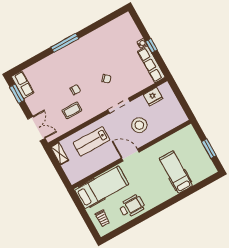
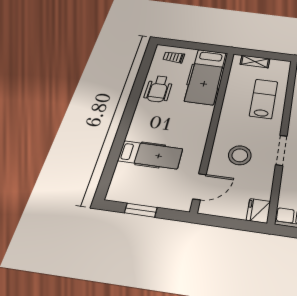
fridge: (153, 97) -> (259, 211), moved
shelving: (59, 153) -> (255, 61), moved
door: (130, 155) -> (200, 187), moved

